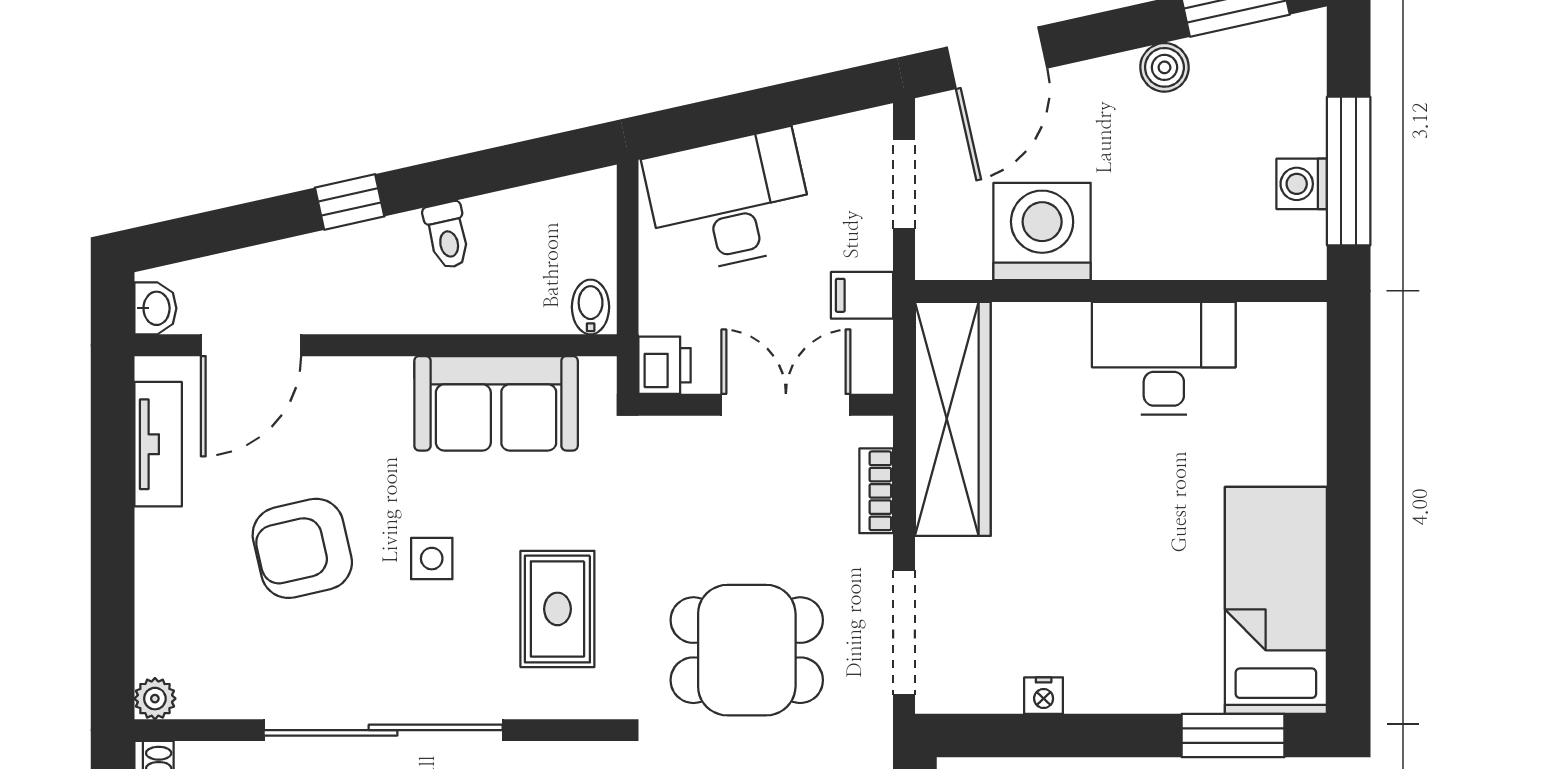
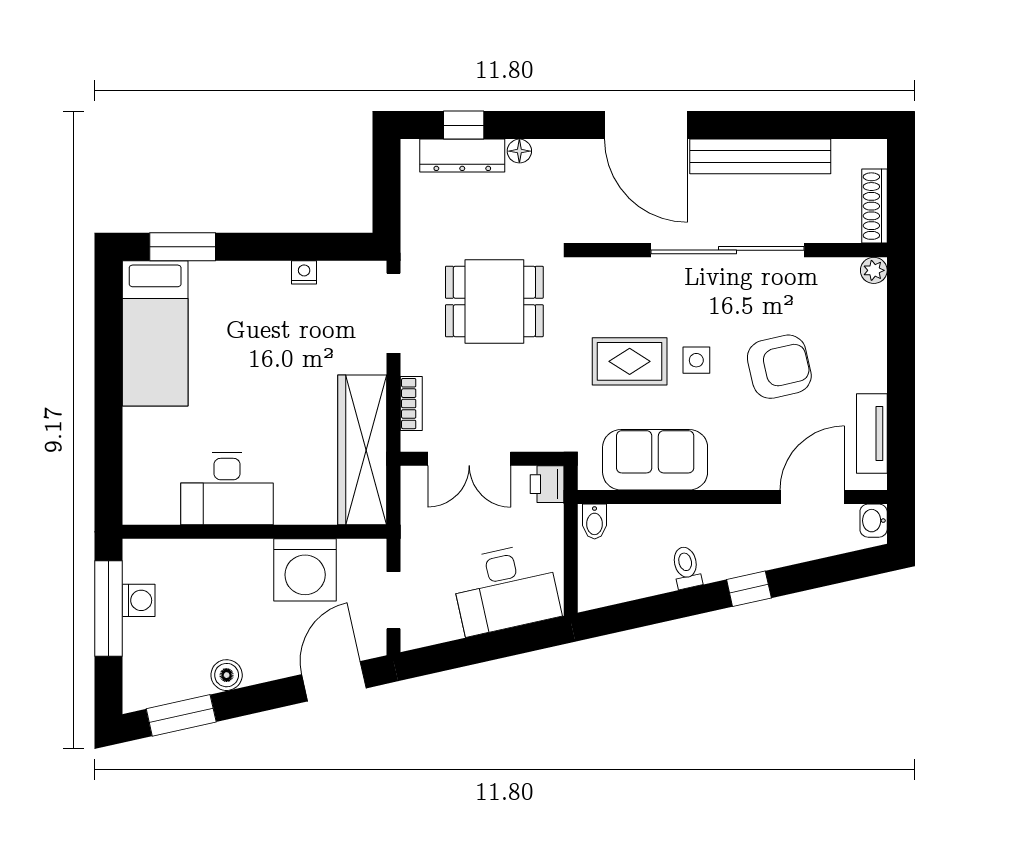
filing cabinet: (862, 295) -> (420, 529), removed
rug: (557, 609) -> (630, 361), moved, turned 90

